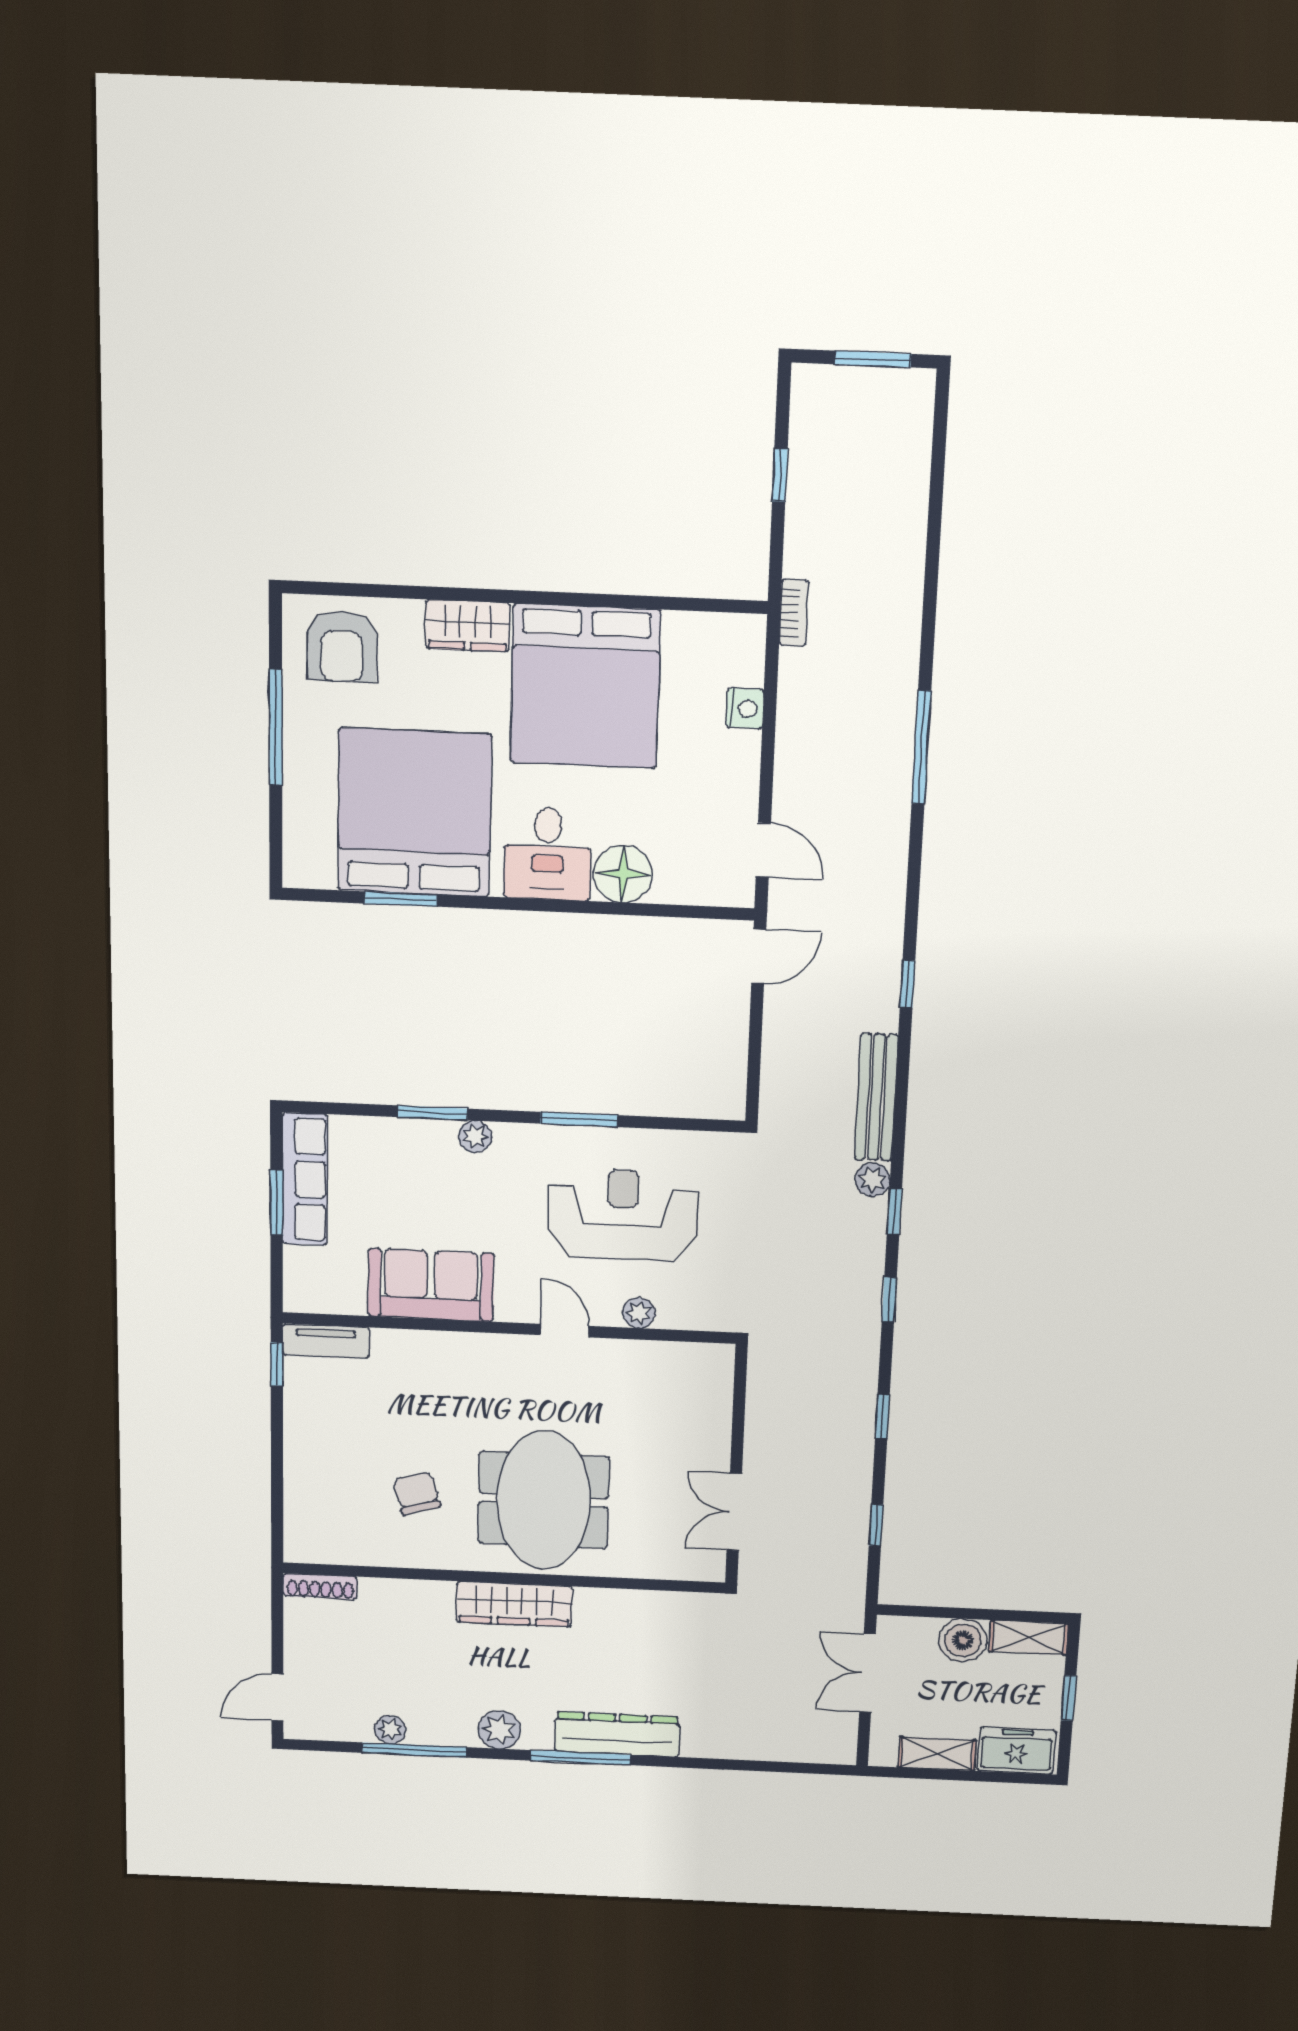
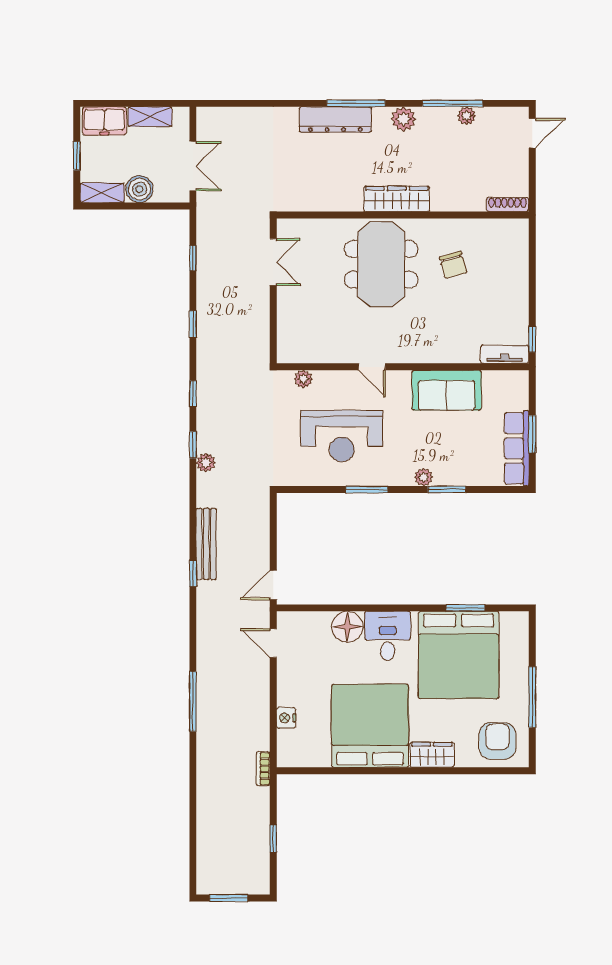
bench: (876, 1097) -> (206, 544), moved
plant: (639, 1313) -> (303, 379), moved

